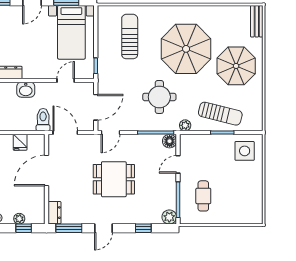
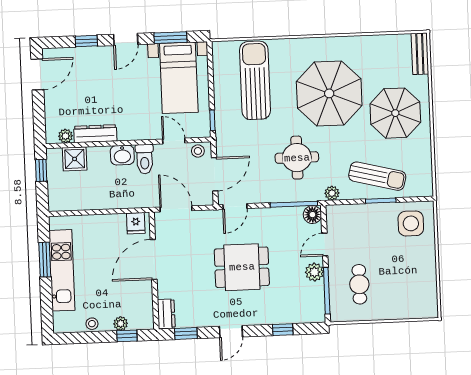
sun lounger: (130, 37) -> (255, 80), width x1.36, depth x1.34
door: (66, 80) -> (174, 141), hinge flipped
stool: (84, 89) -> (198, 151), added
toilet: (43, 120) -> (145, 159), moved, turned 180
fridge: (20, 142) -> (136, 223), moved
plant: (169, 217) -> (314, 272), moved
window: (69, 228) -> (186, 333), width x0.67

